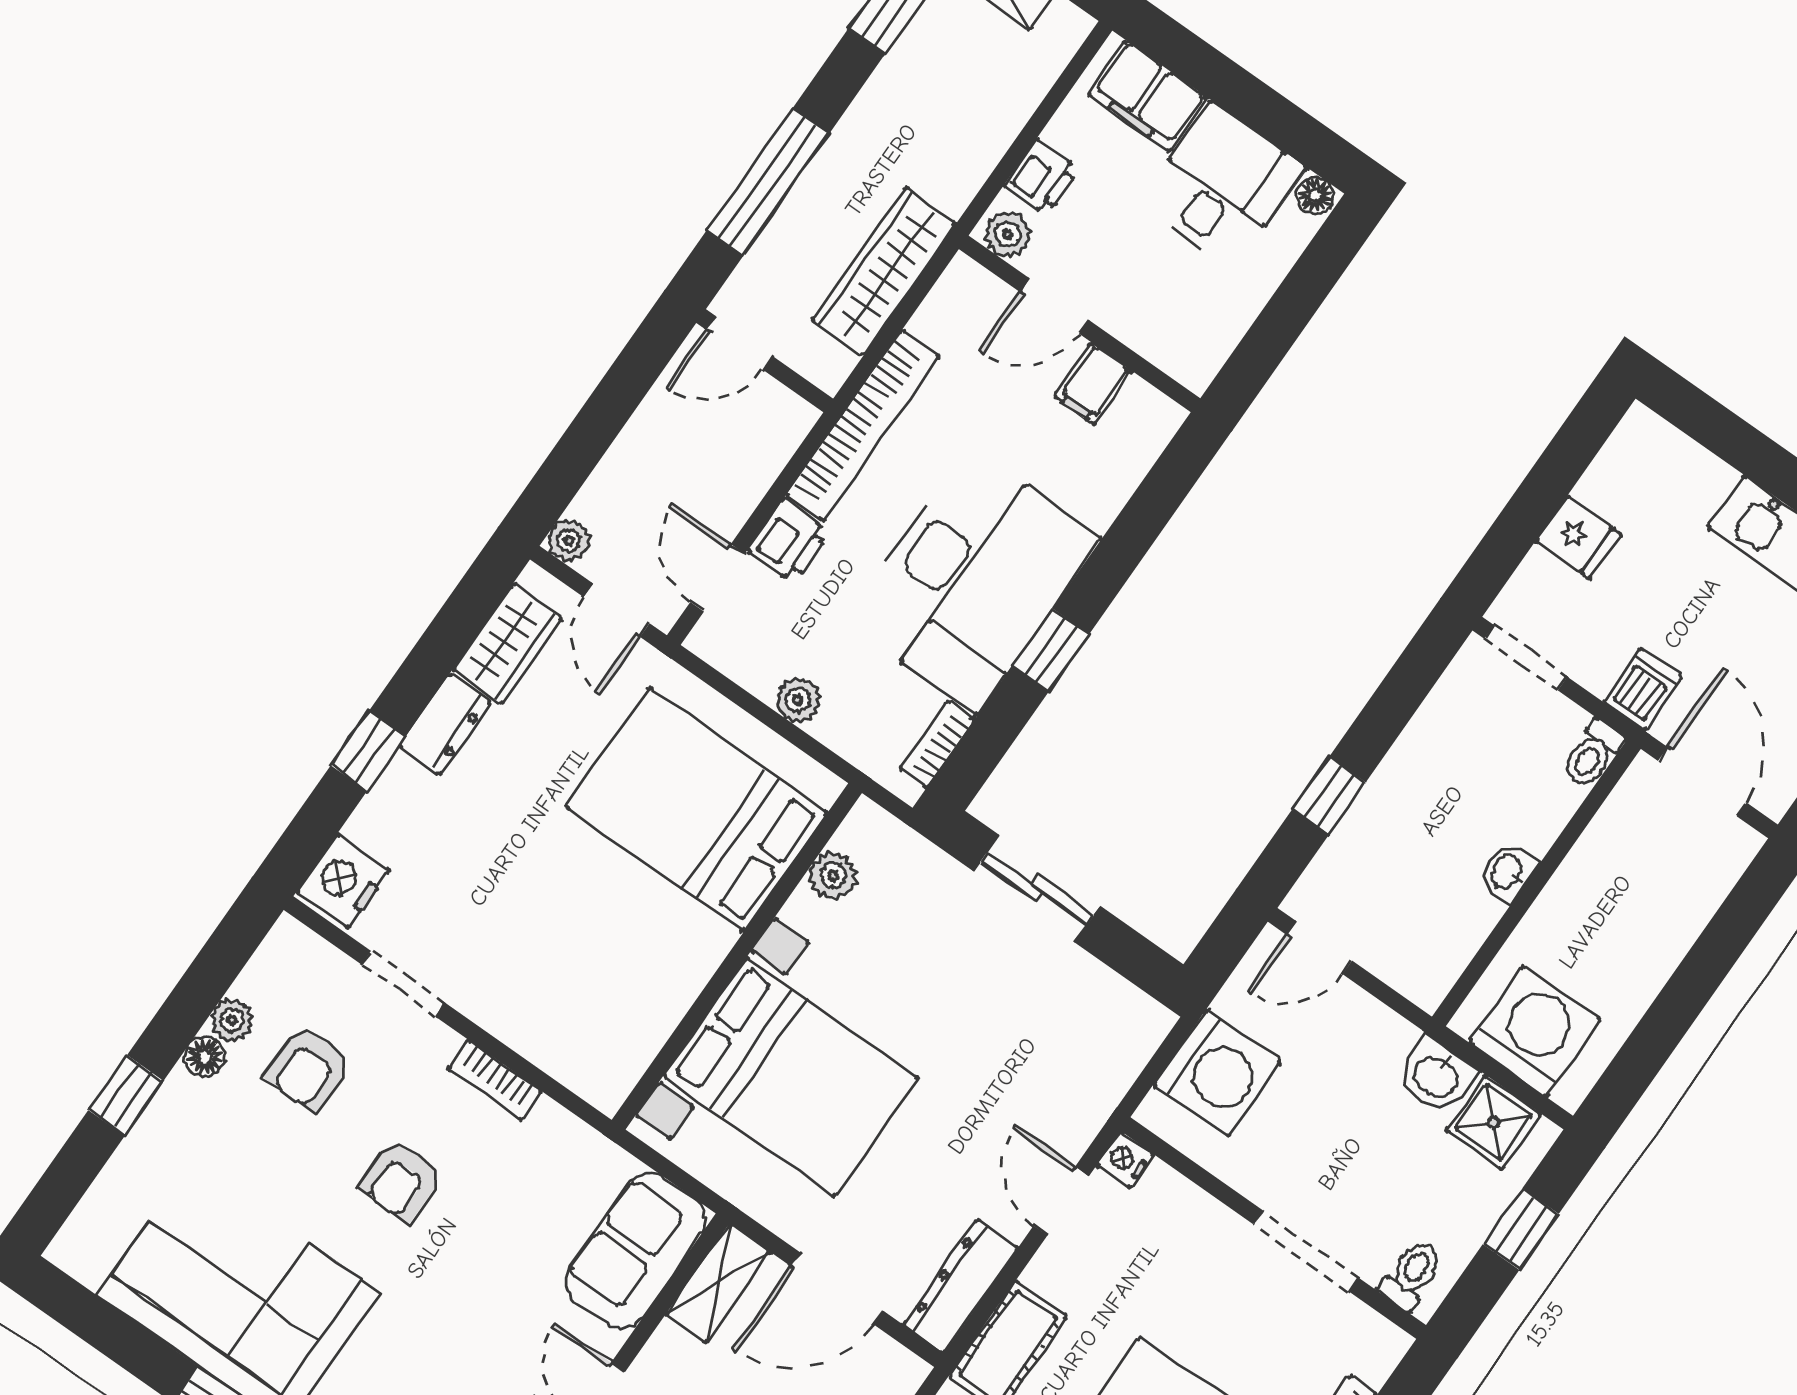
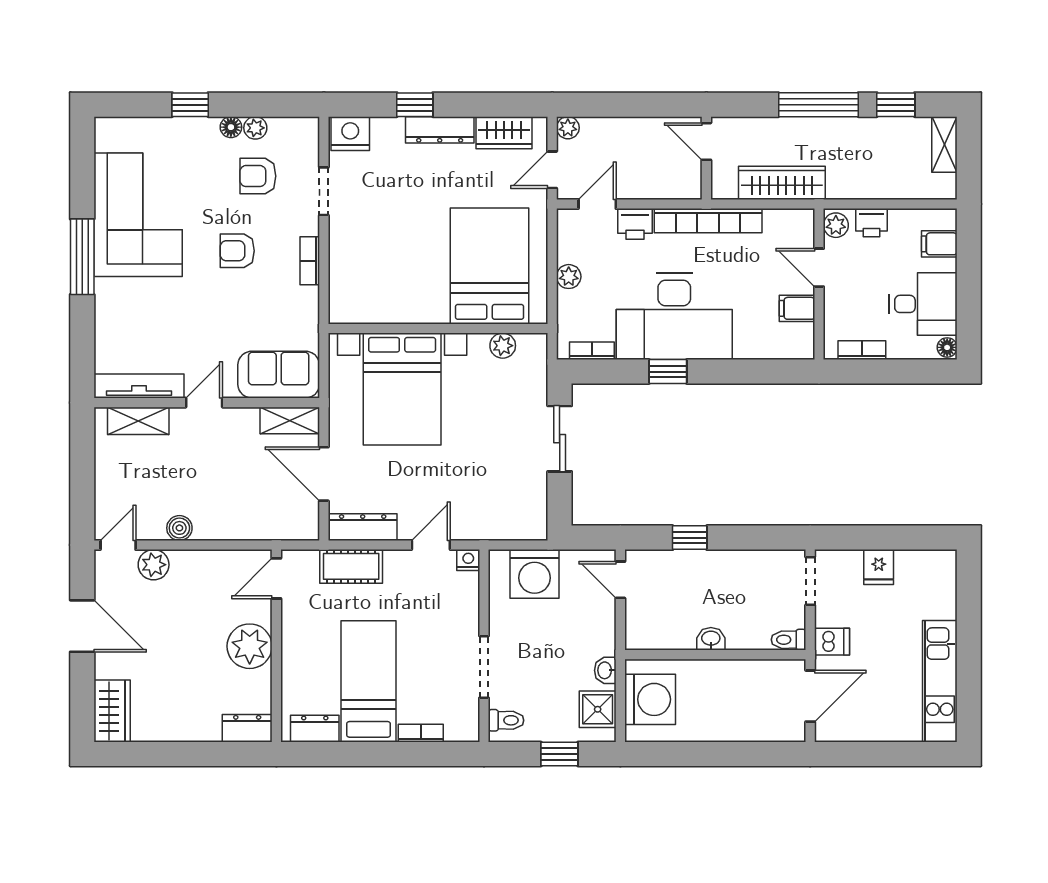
filing cabinet: (1148, 96) -> (939, 244), width x0.50
window: (768, 182) -> (818, 105), moved
bookcase: (1227, 329) -> (862, 350), added
dresser: (445, 724) -> (440, 130), width x1.44
washbasin: (1437, 1076) -> (605, 670), width x0.72, depth x0.69

